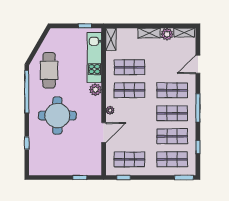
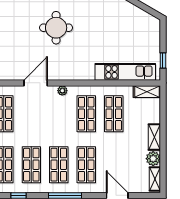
cafe table: (49, 70) -> (110, 18), removed
plant: (95, 90) -> (87, 73), removed
round table: (57, 116) -> (56, 28), width x0.73, depth x0.73
door: (104, 133) -> (36, 83), swing flipped

